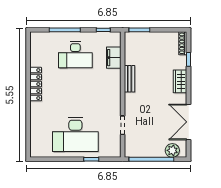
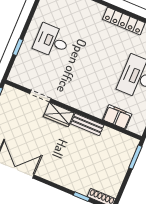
wardrobe: (180, 81) -> (59, 115), moved, turned 180
desk: (75, 134) -> (52, 41), width x0.53, depth x0.77

